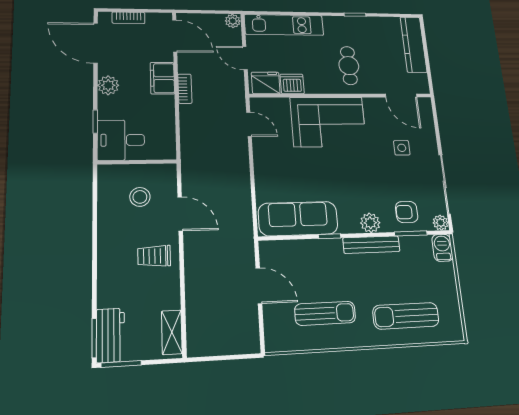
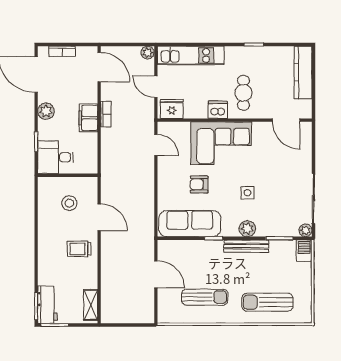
filing cabinet: (162, 78) -> (88, 118), moved
dishwasher: (292, 84) -> (218, 110), moved
side table: (402, 148) -> (247, 193), moved
armchair: (407, 212) -> (199, 184), moved

